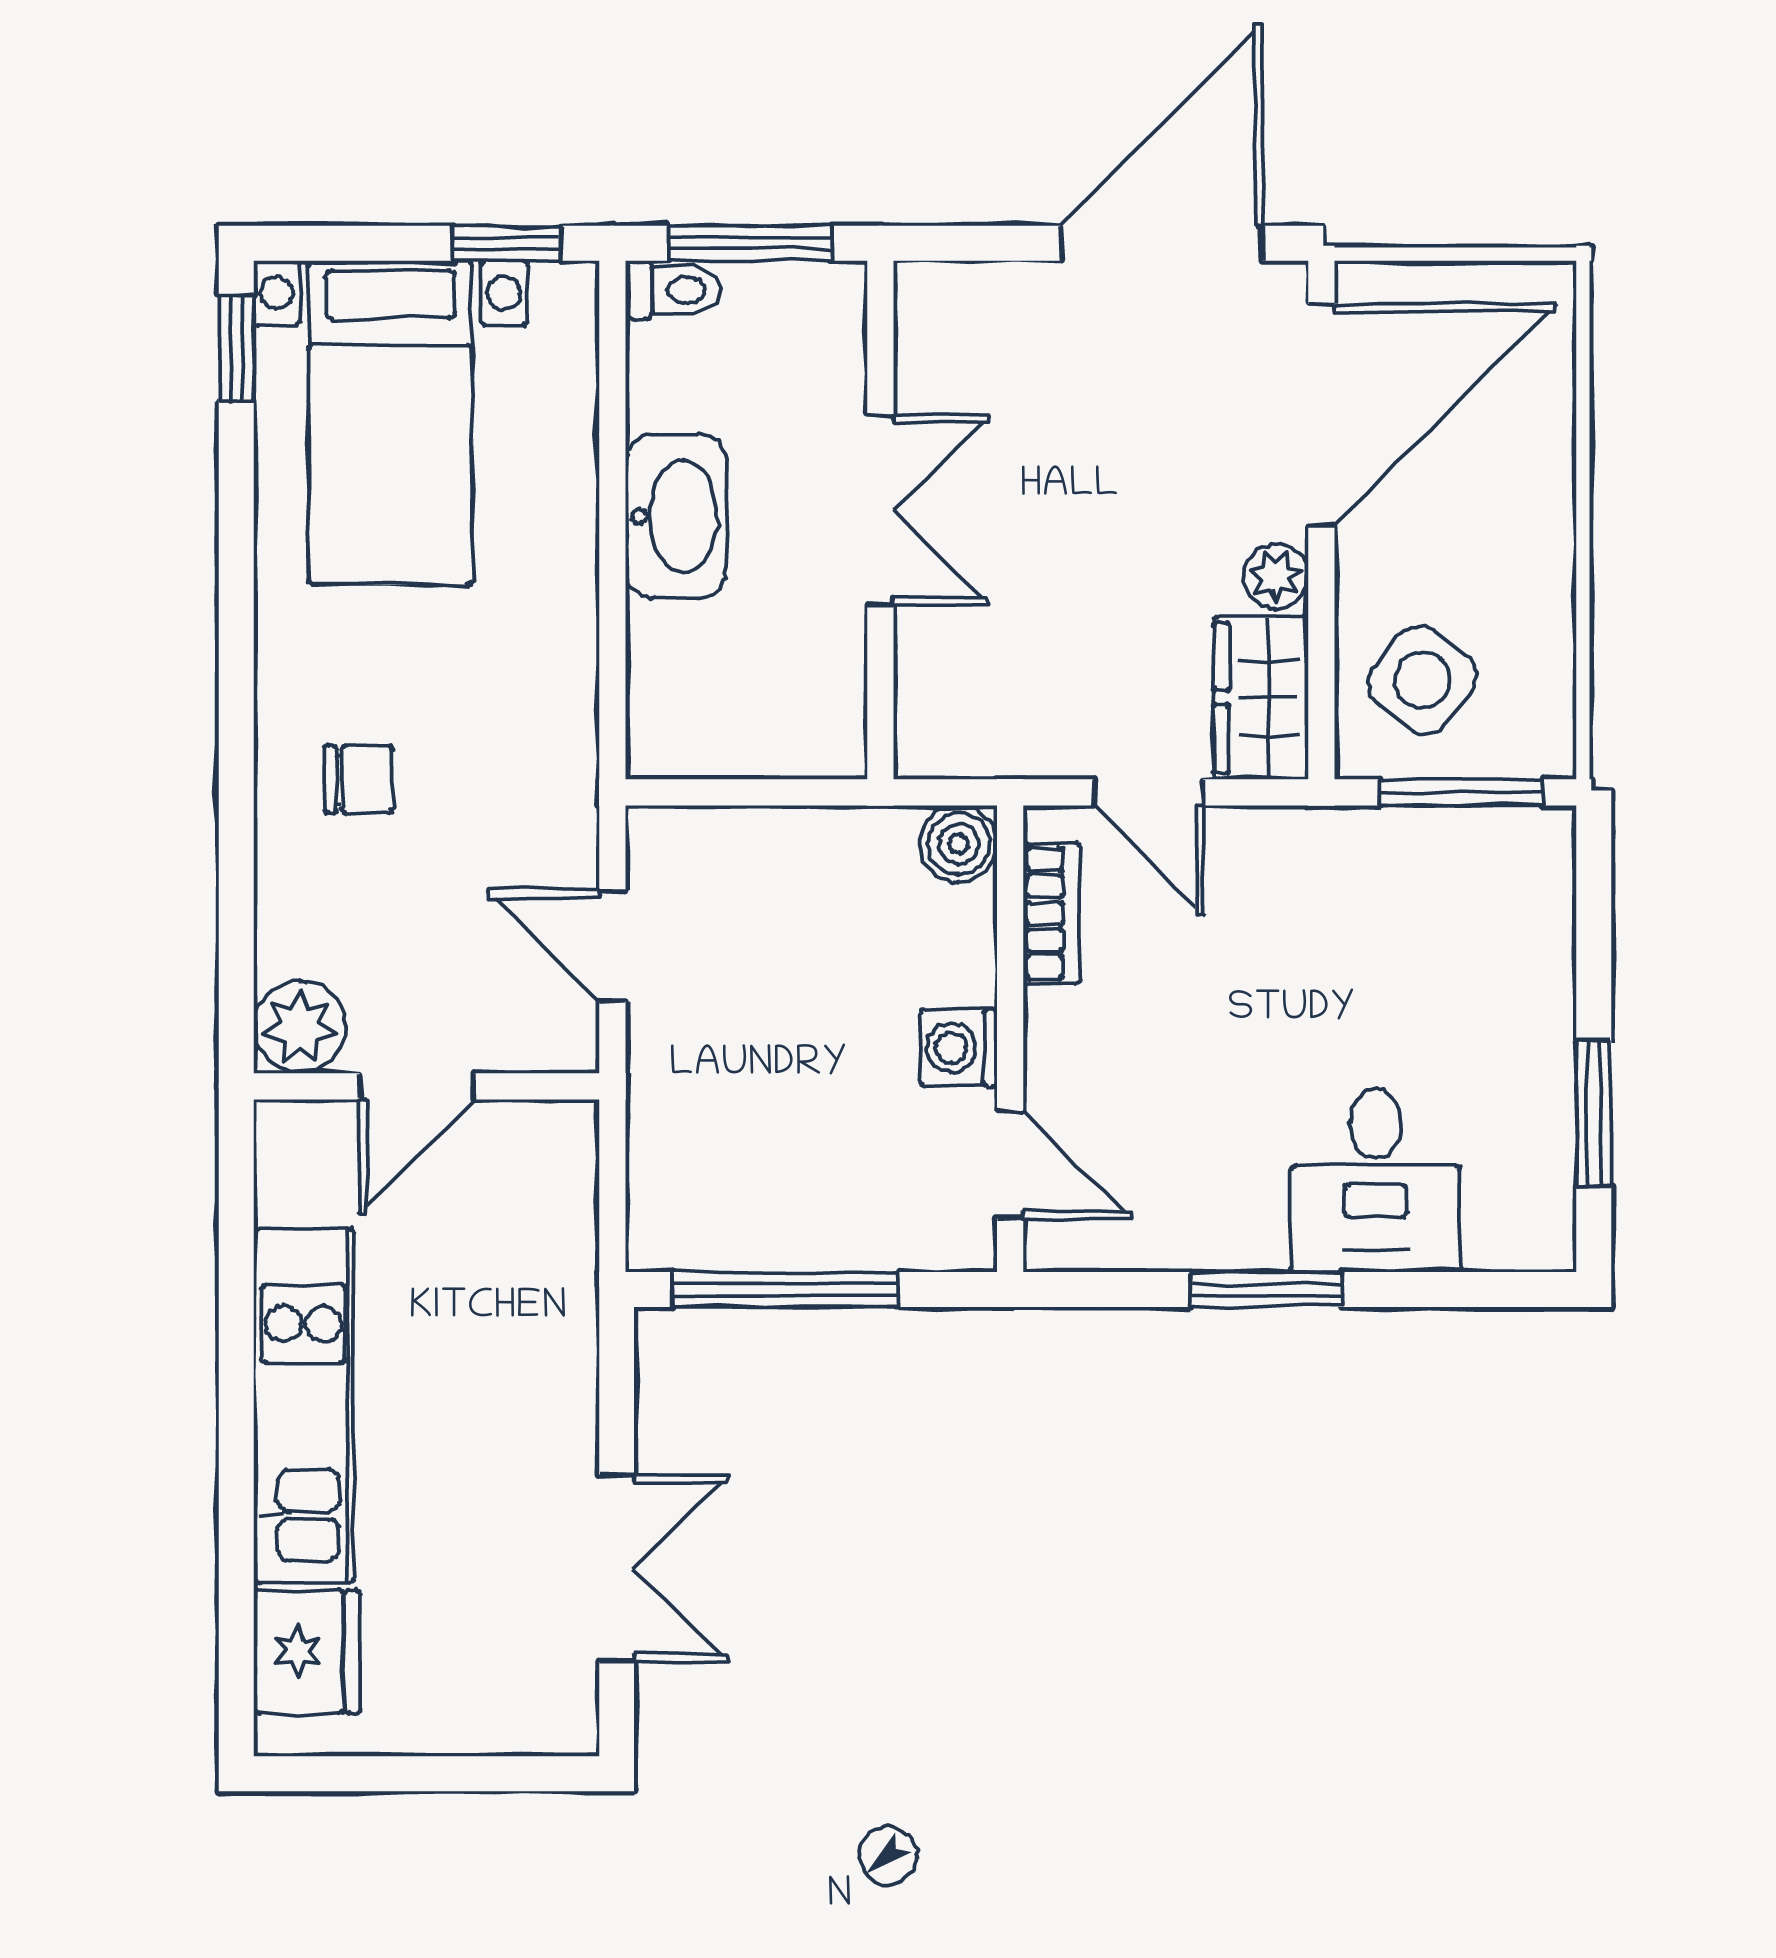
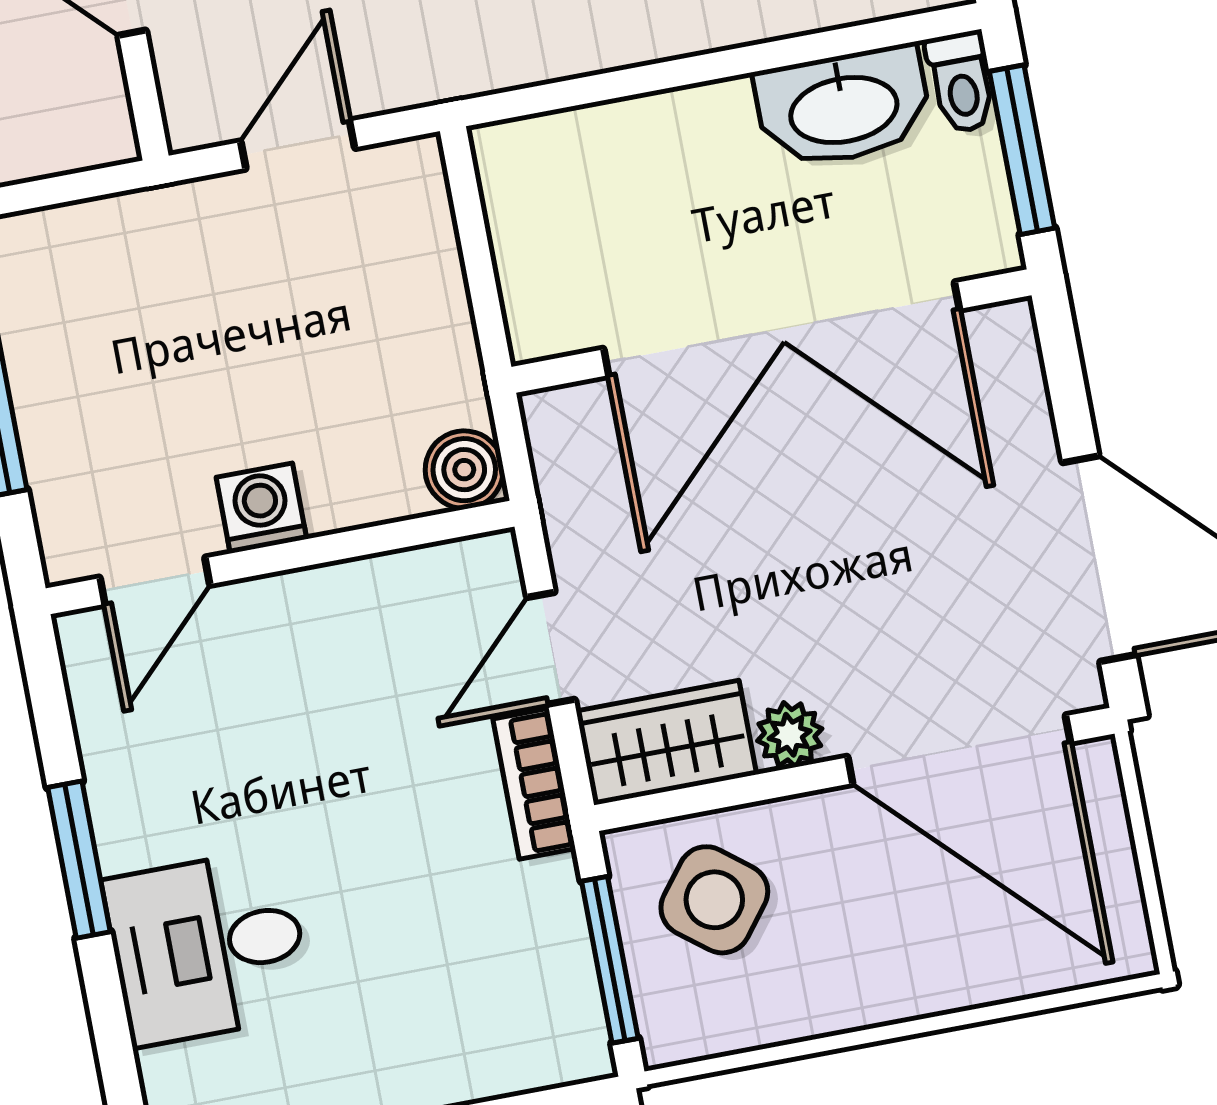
double door: (880, 510) -> (782, 329), width x1.87
washbasin: (676, 516) -> (843, 107), moved
bookcase: (1051, 913) -> (534, 784), moved, turned 90

